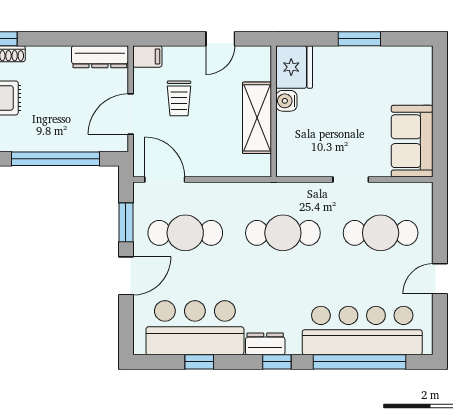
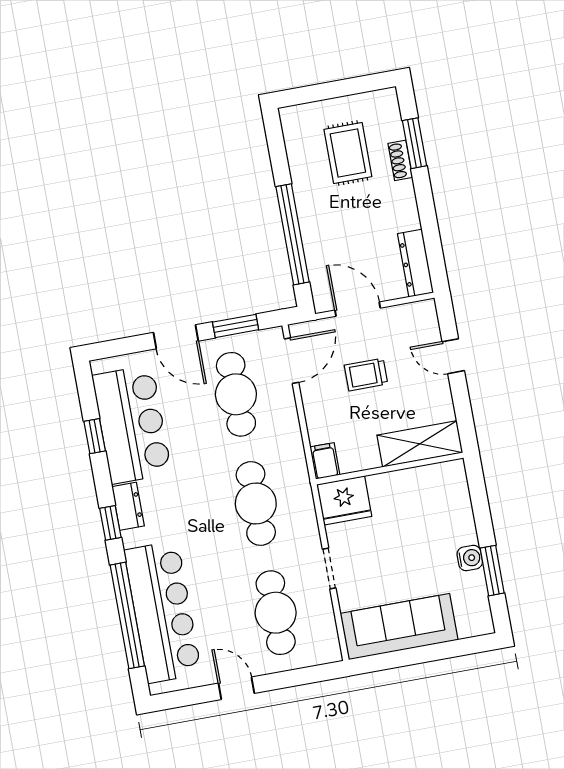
door: (220, 39) -> (453, 356), moved
window: (359, 39) -> (492, 571), moved
filing cabinet: (147, 56) -> (325, 461), moved, turned 180
fridge: (294, 67) -> (344, 500), moved
trolley: (179, 98) -> (366, 375), moved
water cooler: (286, 101) -> (470, 558), moved, turned 90
shelving: (257, 118) -> (420, 444), moved
sofa: (412, 141) -> (399, 627), width x1.36

